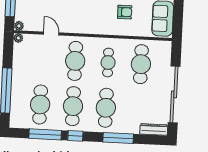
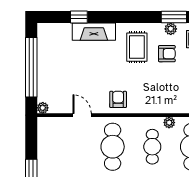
armchair: (125, 12) -> (118, 99), moved, turned -90
plant: (18, 38) -> (169, 123), moved

